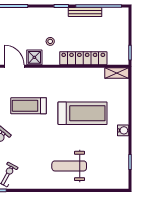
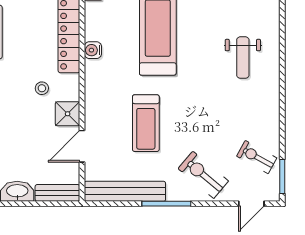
water cooler: (74, 73) -> (93, 50), added
weight bench: (69, 166) -> (243, 58), width x0.73, depth x0.75

